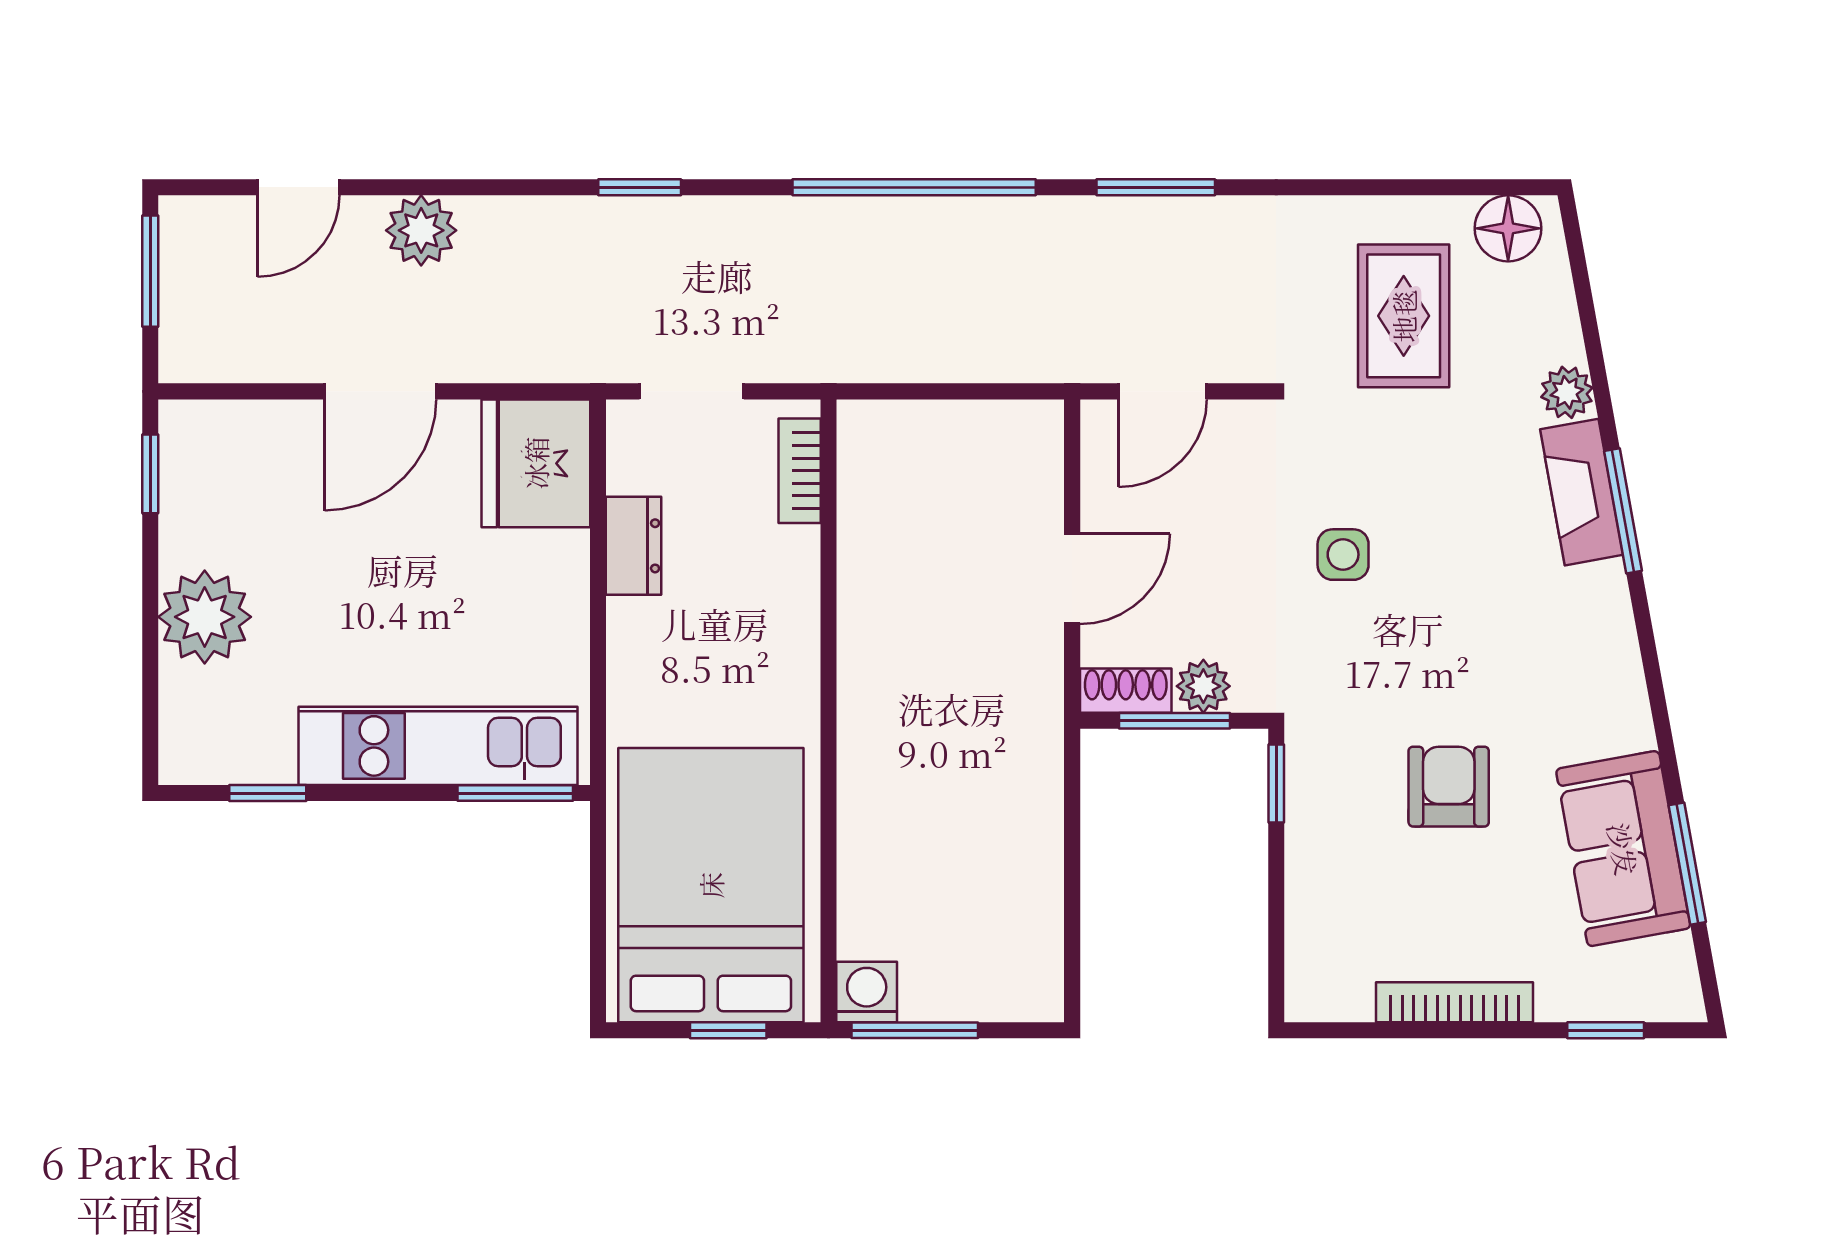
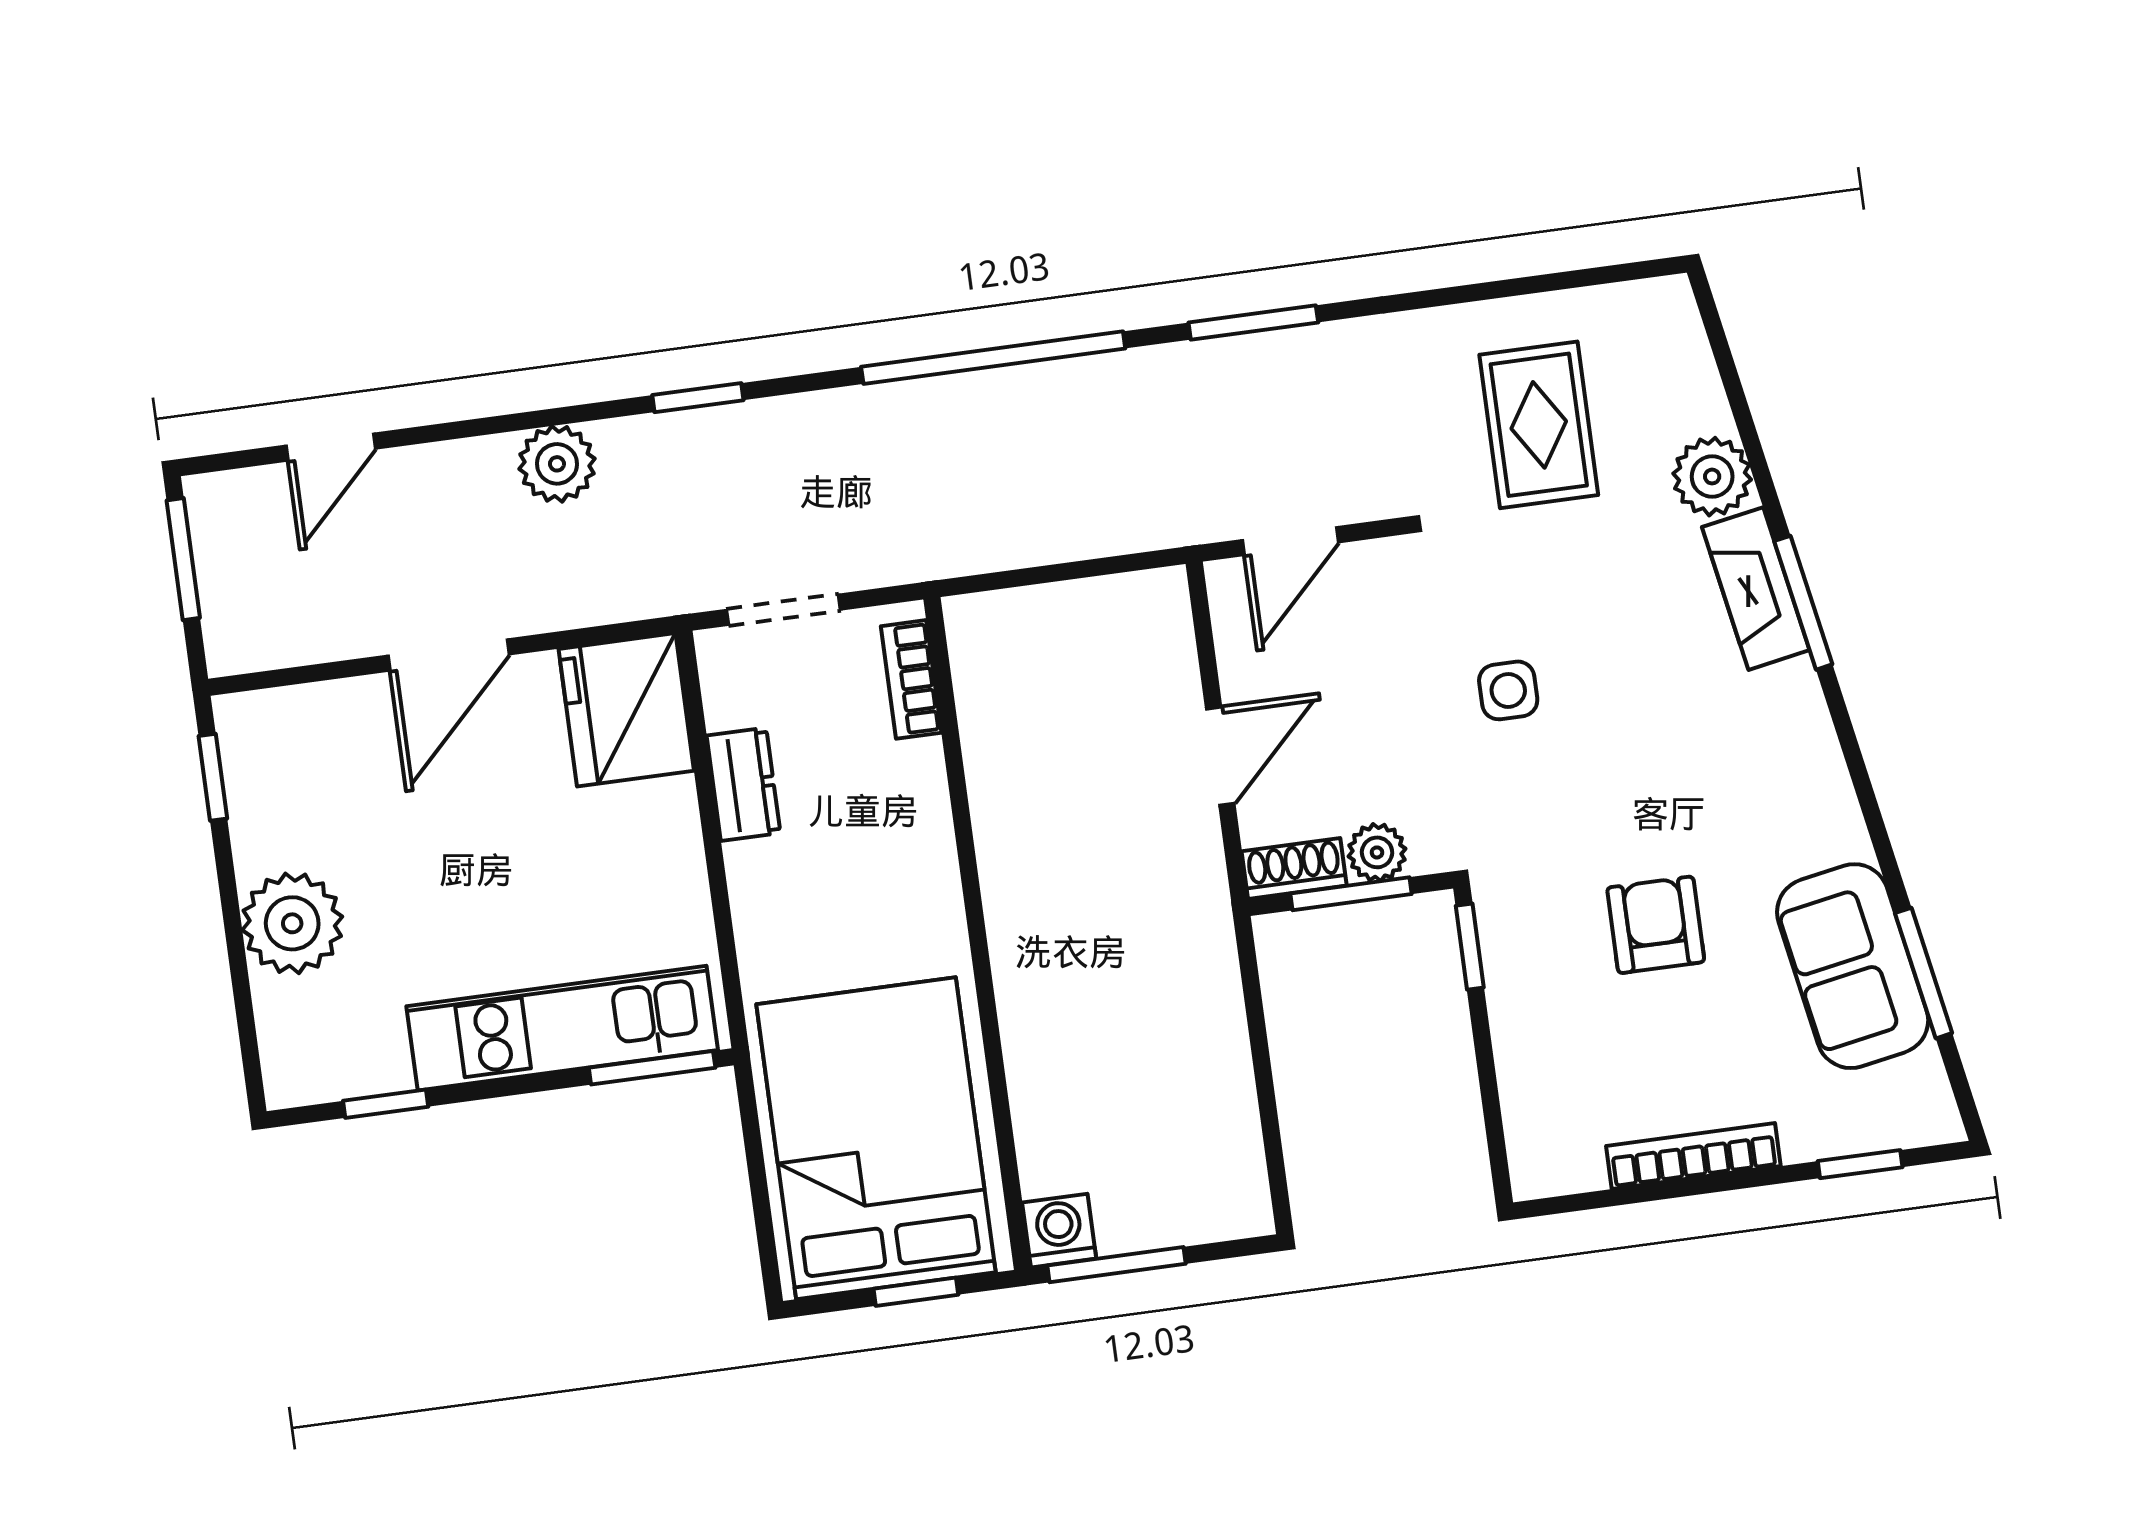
floor lamp: (1508, 228) -> (1638, 315), removed
plant: (421, 230) -> (557, 464), moved
plant: (1567, 392) -> (1712, 477), width x1.38, depth x1.38

